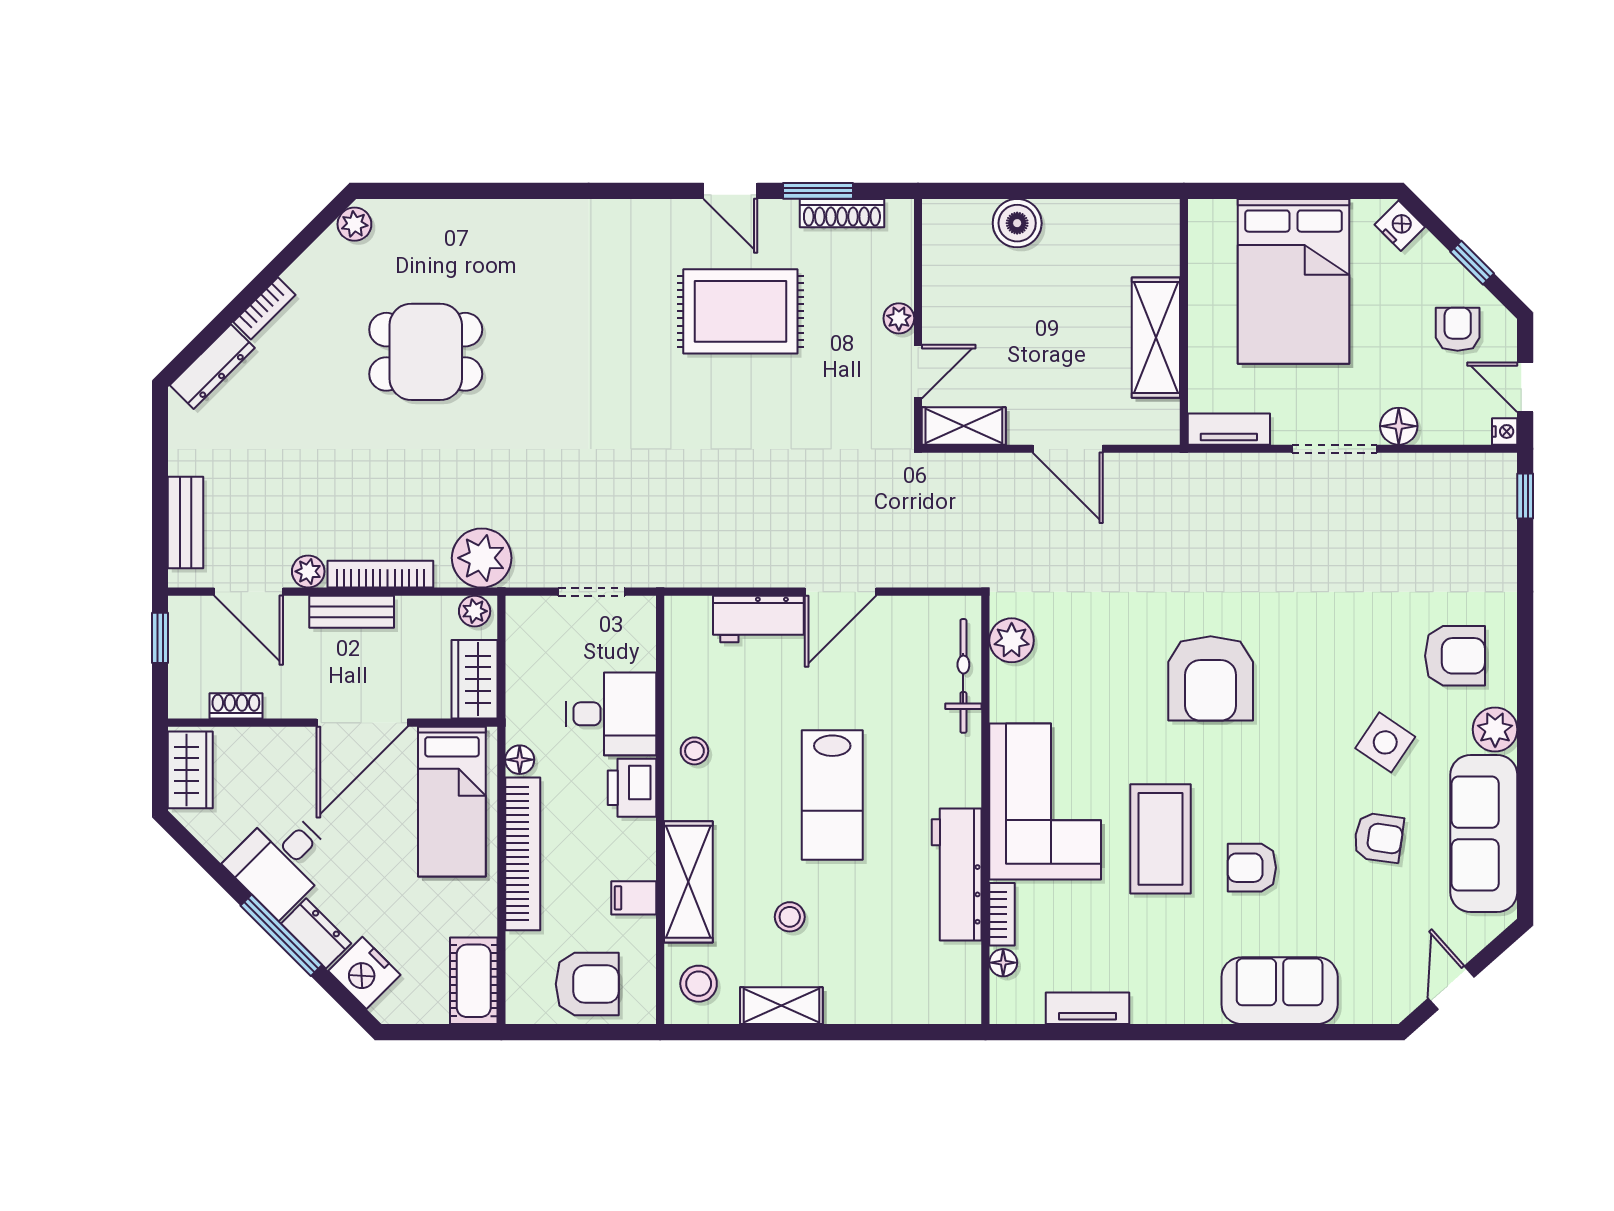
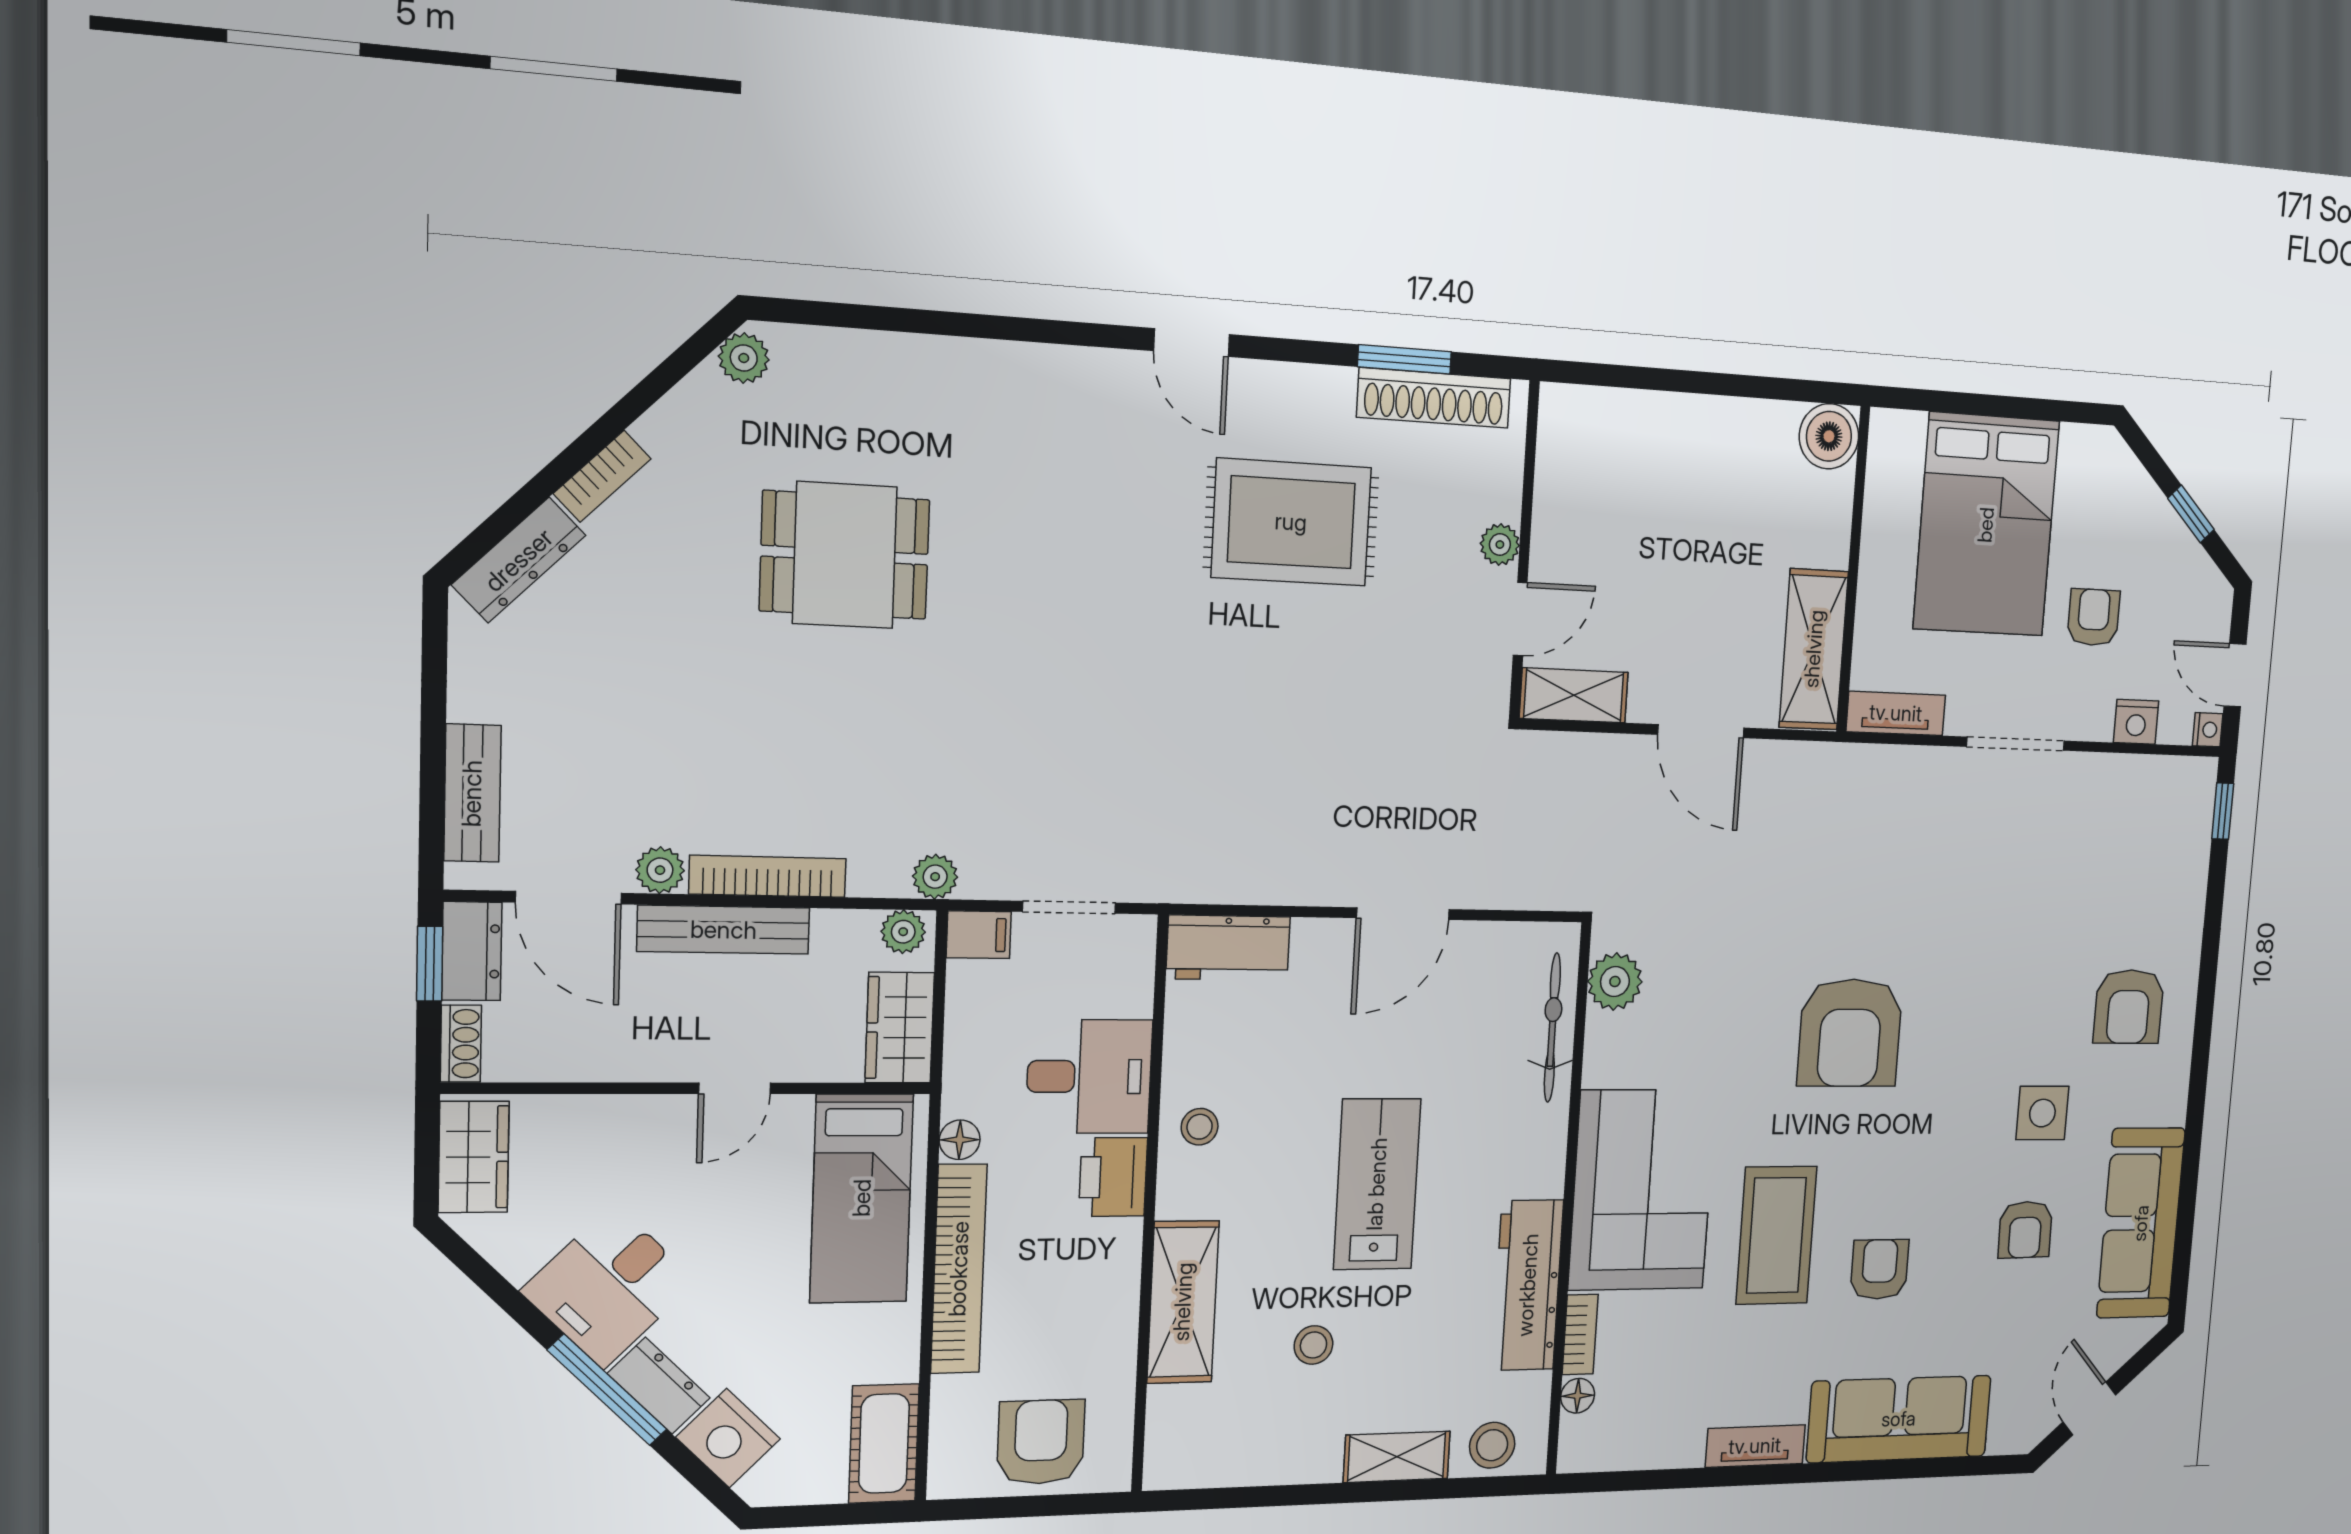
door: (730, 191) -> (1192, 343), moved
shoe rack: (842, 213) -> (1434, 398), width x1.36, depth x1.24
boiler: (1017, 223) -> (1829, 436), moved
nightstand: (1400, 226) -> (2136, 722), moved, turned 135
armchair: (1458, 329) -> (2094, 617), moved
shelving: (1156, 338) -> (1814, 649), moved
floor lamp: (1399, 426) -> (2091, 718), removed
plant: (482, 558) -> (935, 877), width x0.53, depth x0.53
bench: (352, 612) -> (724, 930), width x1.36
workbench: (758, 619) -> (1228, 948), moved
dresser: (187, 629) -> (472, 951), added
armchair: (1455, 656) -> (2129, 1007), turned 90
shoe rack: (236, 706) -> (461, 1044), moved, turned 90
door: (362, 723) -> (735, 1088), width x0.53
plant: (1495, 729) -> (2164, 1097), removed
side table: (1385, 742) -> (2042, 1113), turned -34
lab bench: (832, 795) -> (1377, 1184), turned 180
armchair: (1379, 838) -> (2025, 1230), turned 81
armchair: (1252, 868) -> (1879, 1269), turned 90
filing cabinet: (634, 898) -> (979, 935), moved, turned 180
armchair: (587, 984) -> (1041, 1442), turned -90
stool: (699, 984) -> (1492, 1445), moved
sofa: (1280, 991) -> (1899, 1419), width x1.36
shelving: (781, 1006) -> (1397, 1457), moved
tv unit: (1087, 1008) -> (1755, 1446), moved

